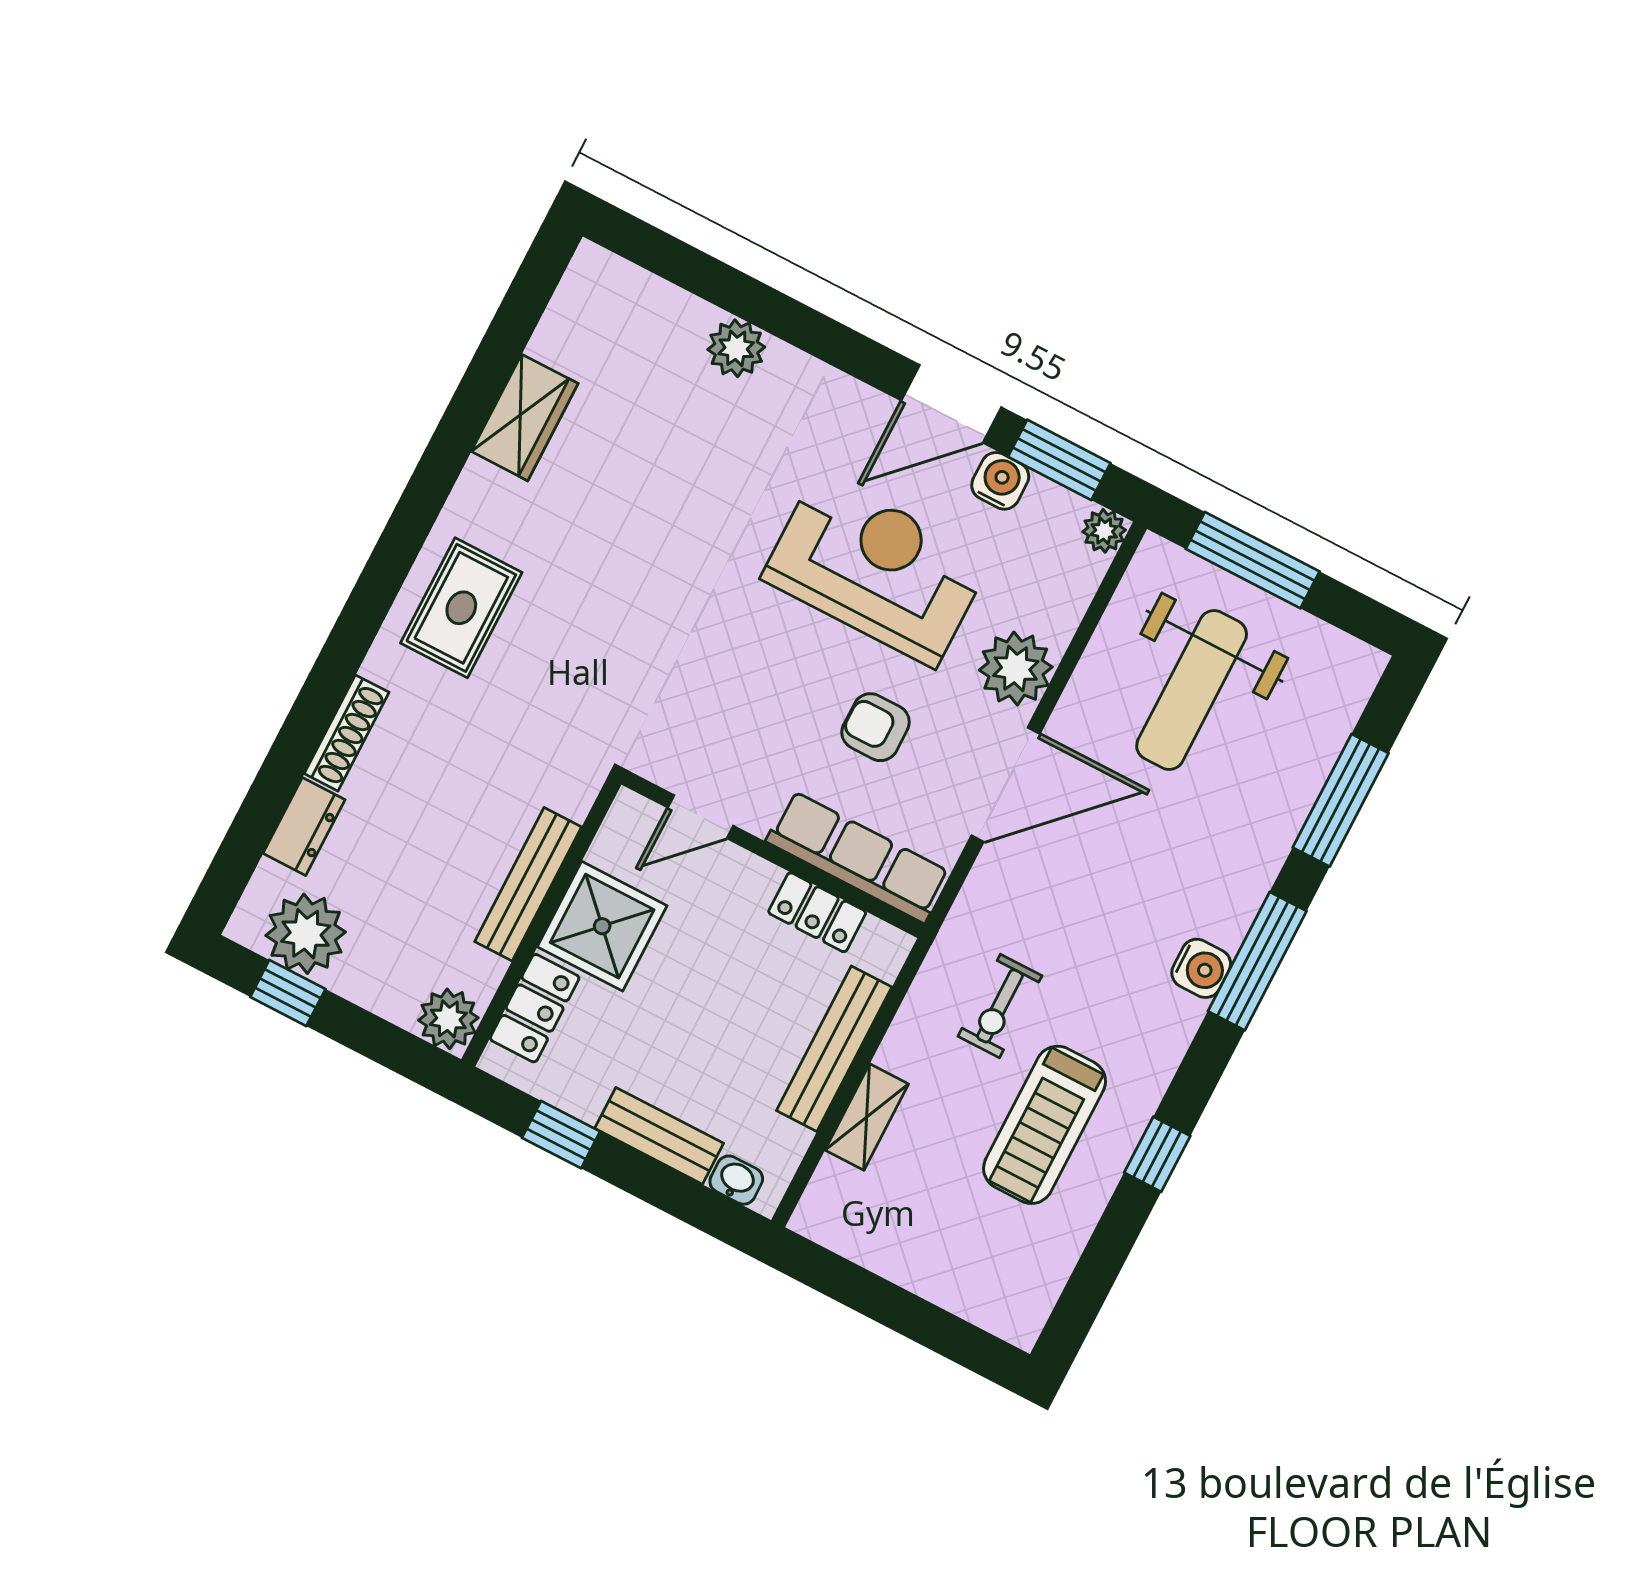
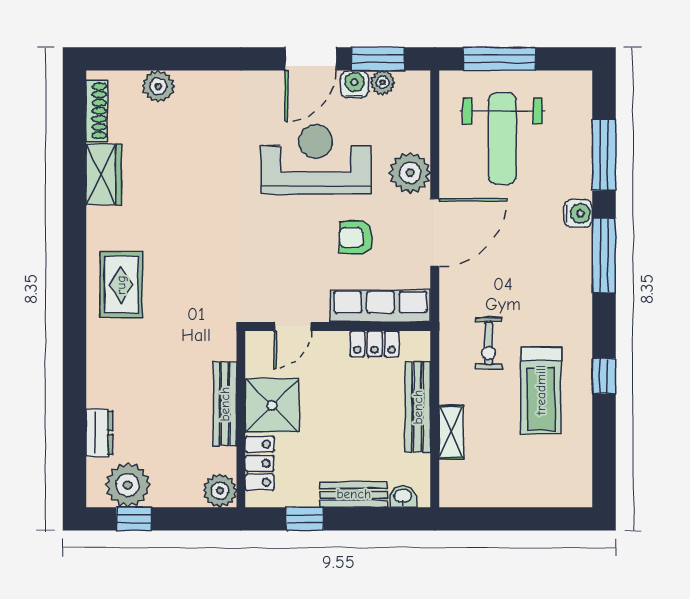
plant: (736, 348) -> (158, 86), moved
plant: (1104, 531) -> (383, 82), moved
shoe rack: (347, 733) -> (97, 111), moved
water cooler: (1201, 968) -> (578, 213), moved

